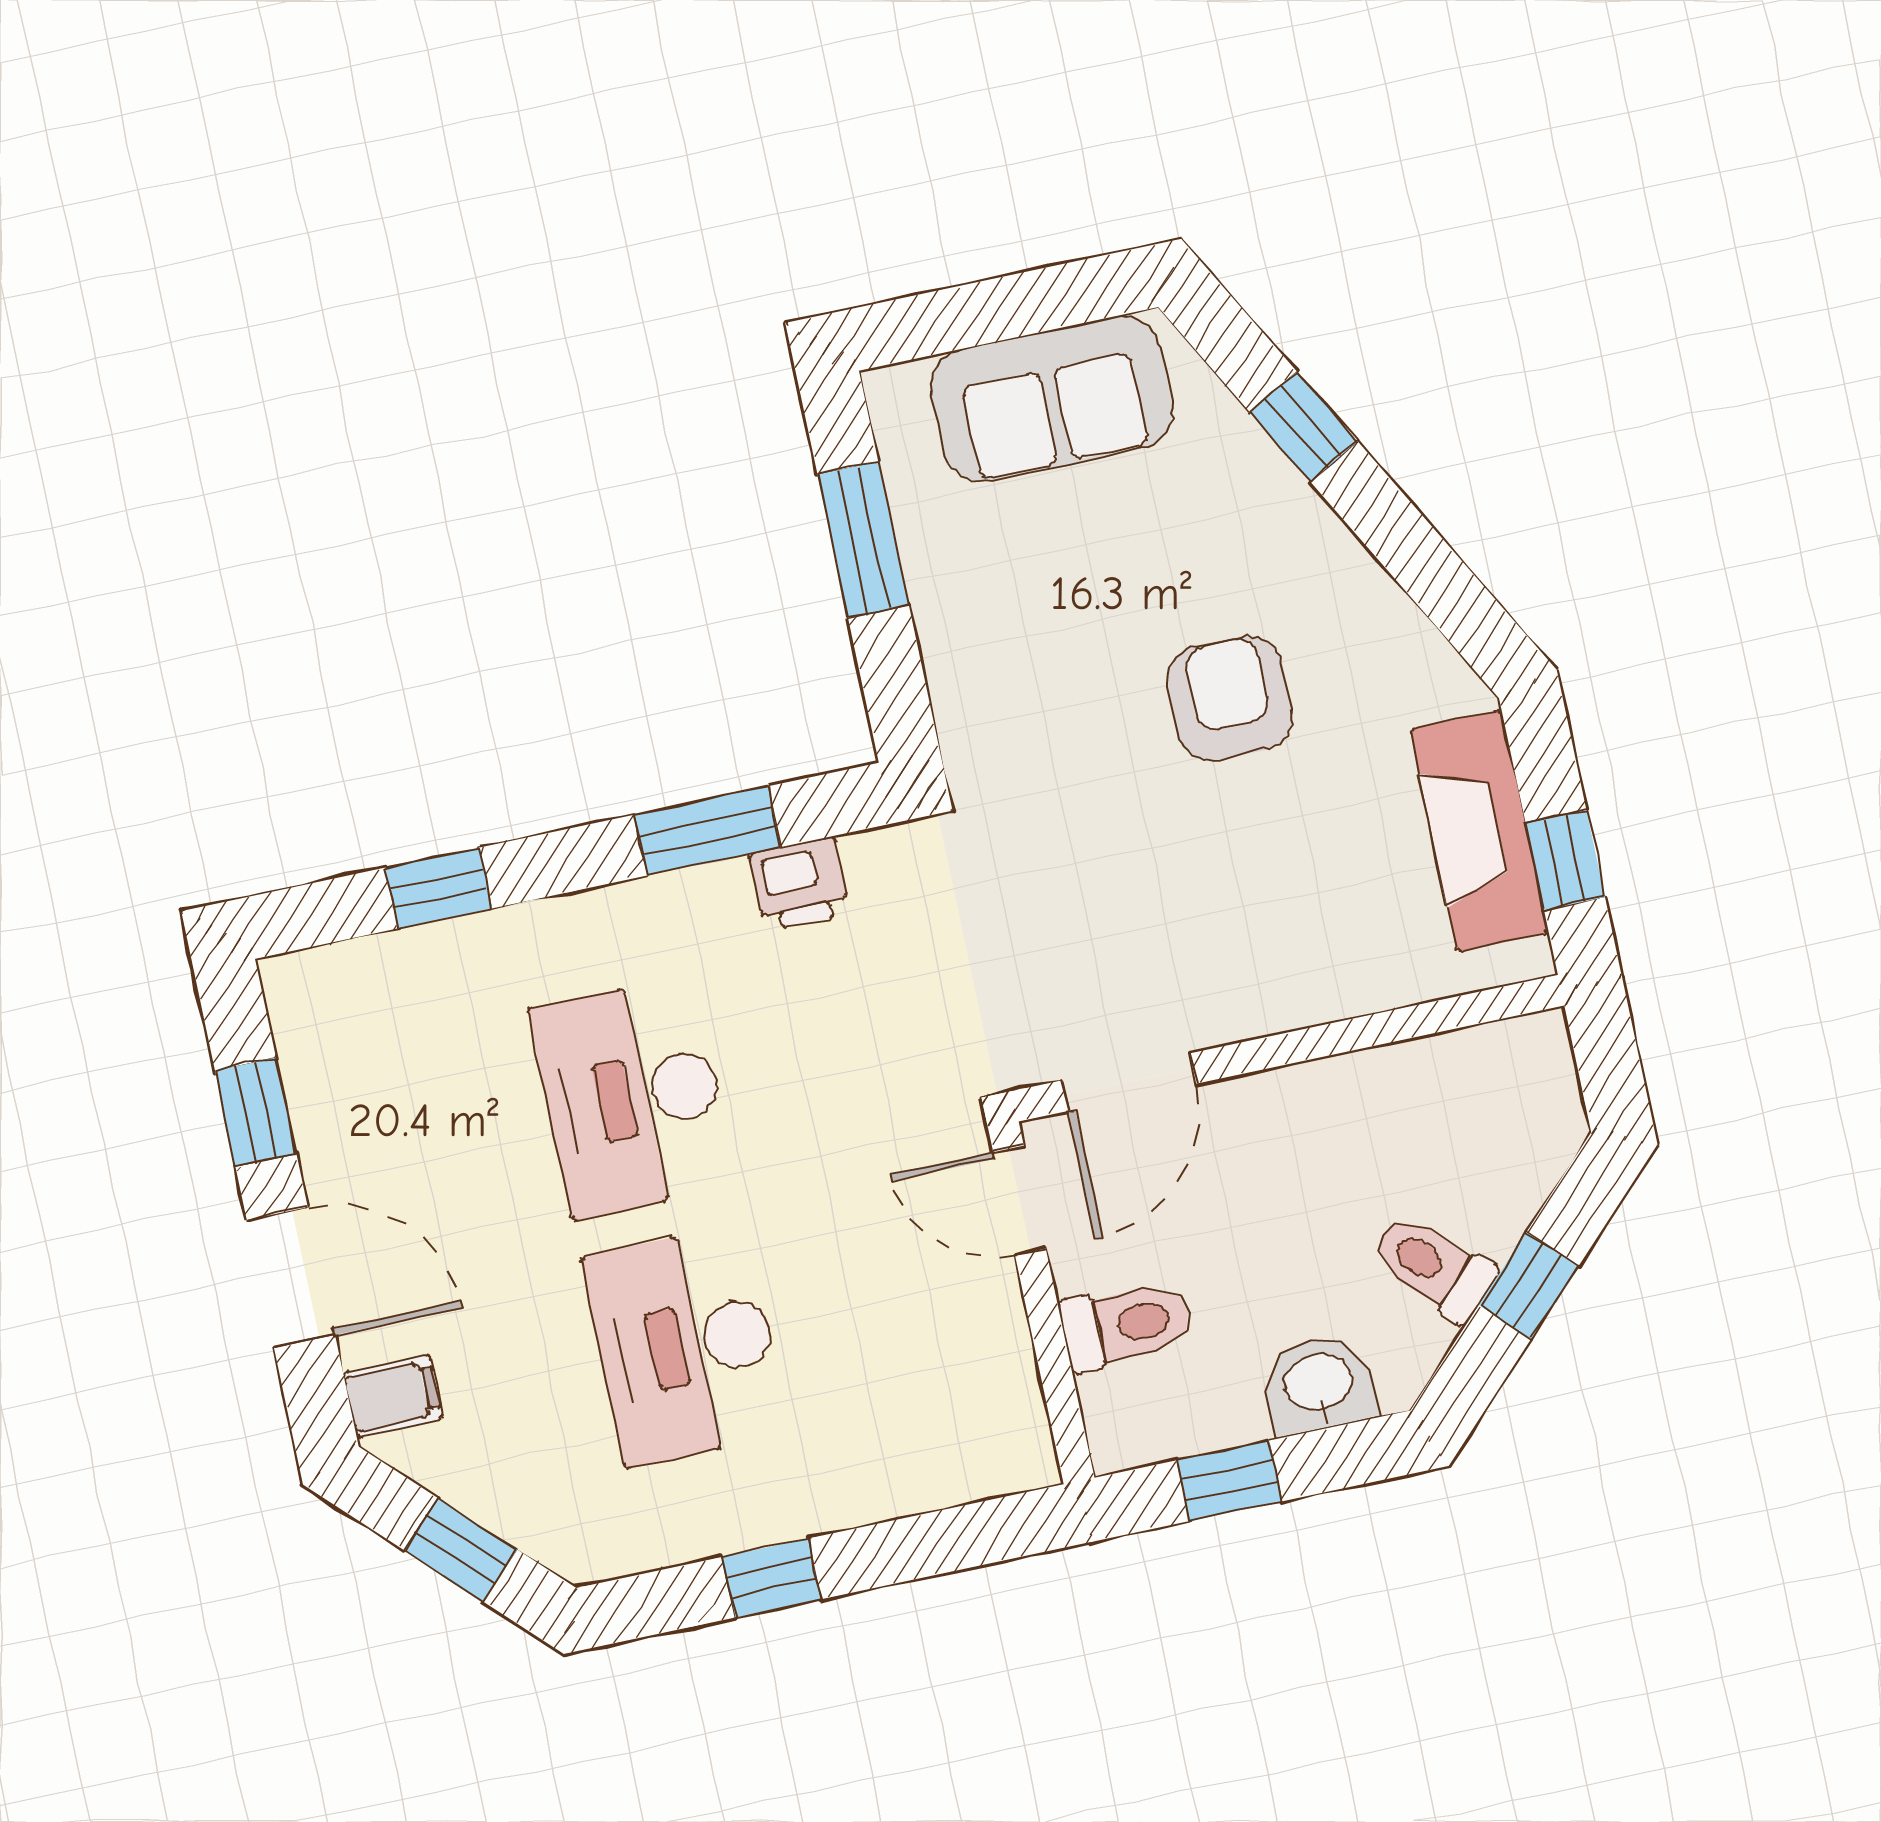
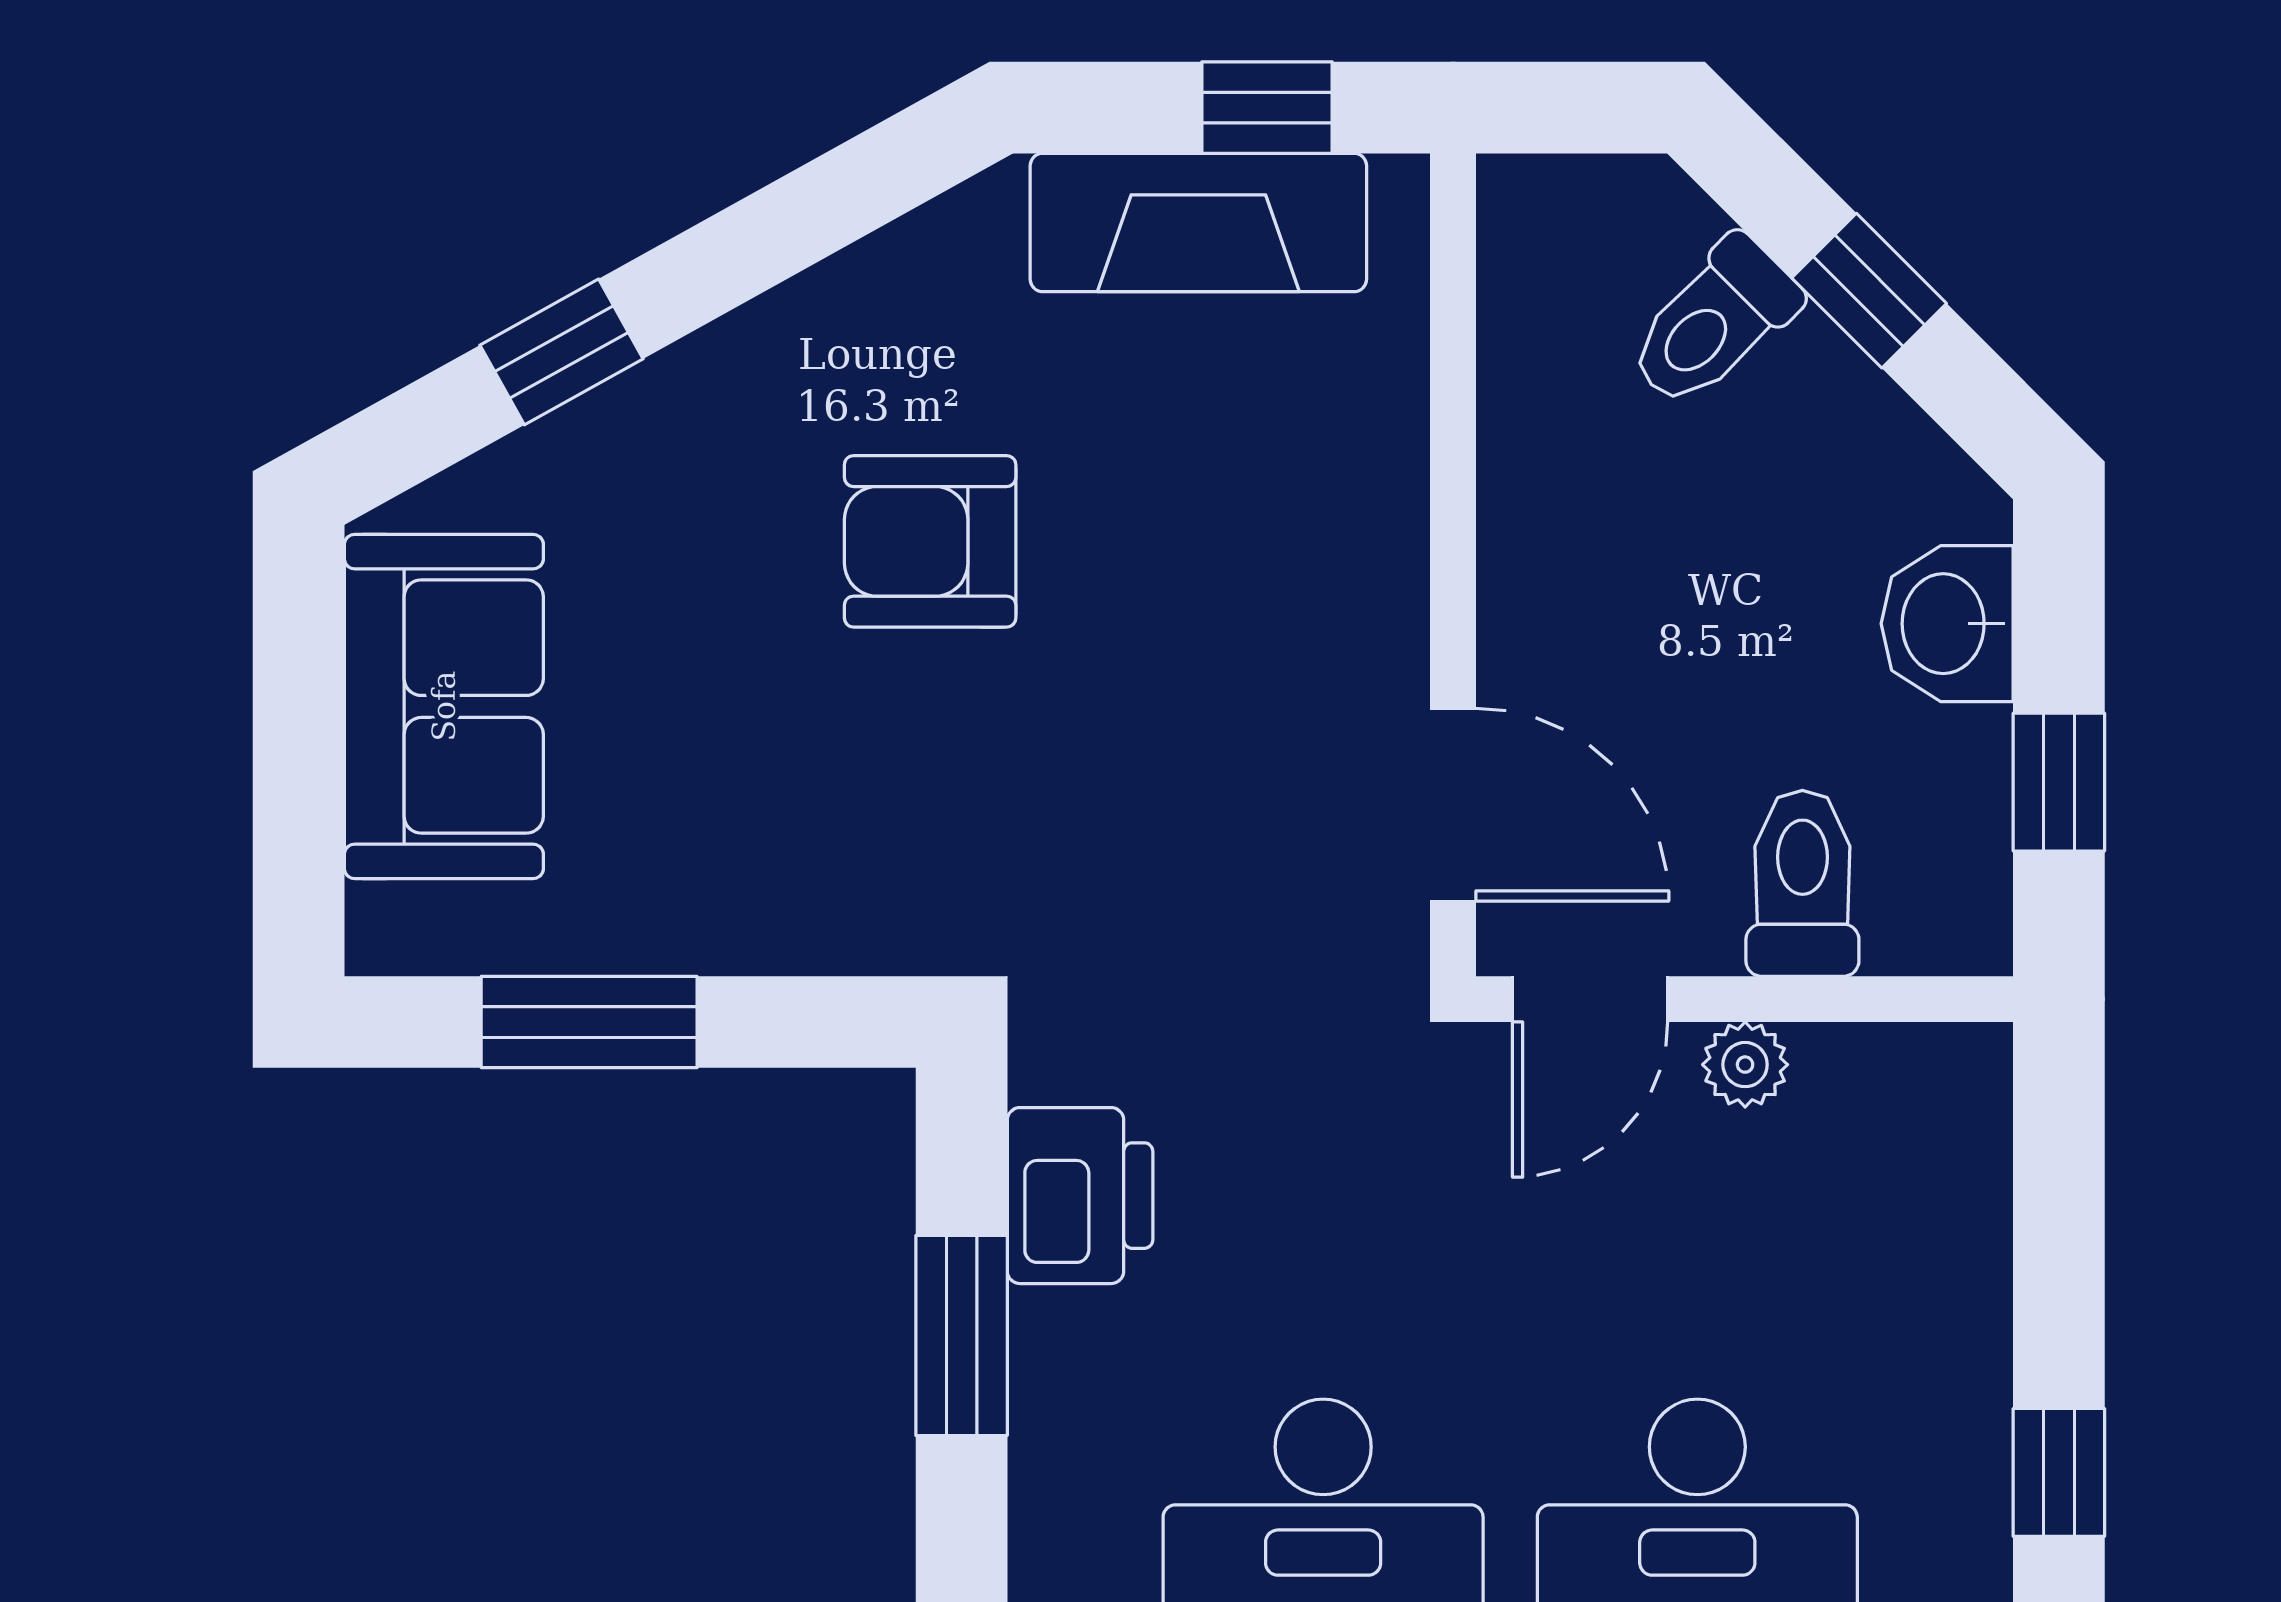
printer: (800, 884) -> (1080, 1196), width x1.36, depth x1.24
toilet: (1433, 1267) -> (1713, 323), moved
plant: (998, 1312) -> (1745, 1065), added

